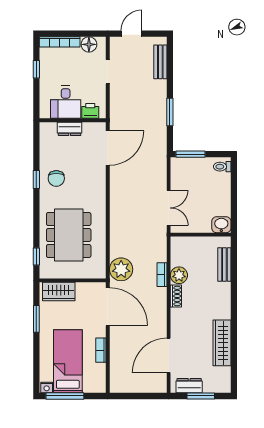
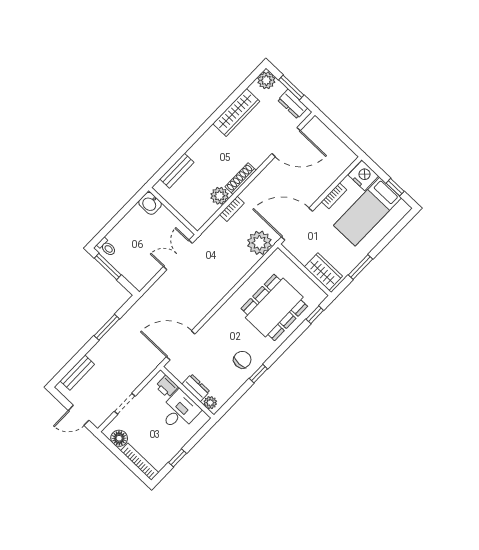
plant: (50, 128) -> (210, 403), added
window: (191, 154) -> (108, 266), moved
shoe rack: (176, 296) -> (241, 179), width x1.43
door: (108, 307) -> (297, 224), hinge flipped
plant: (223, 385) -> (266, 80), added
nightstand: (47, 387) -> (363, 175), moved, width x1.89, depth x1.79
window: (65, 396) -> (395, 187), width x0.46

